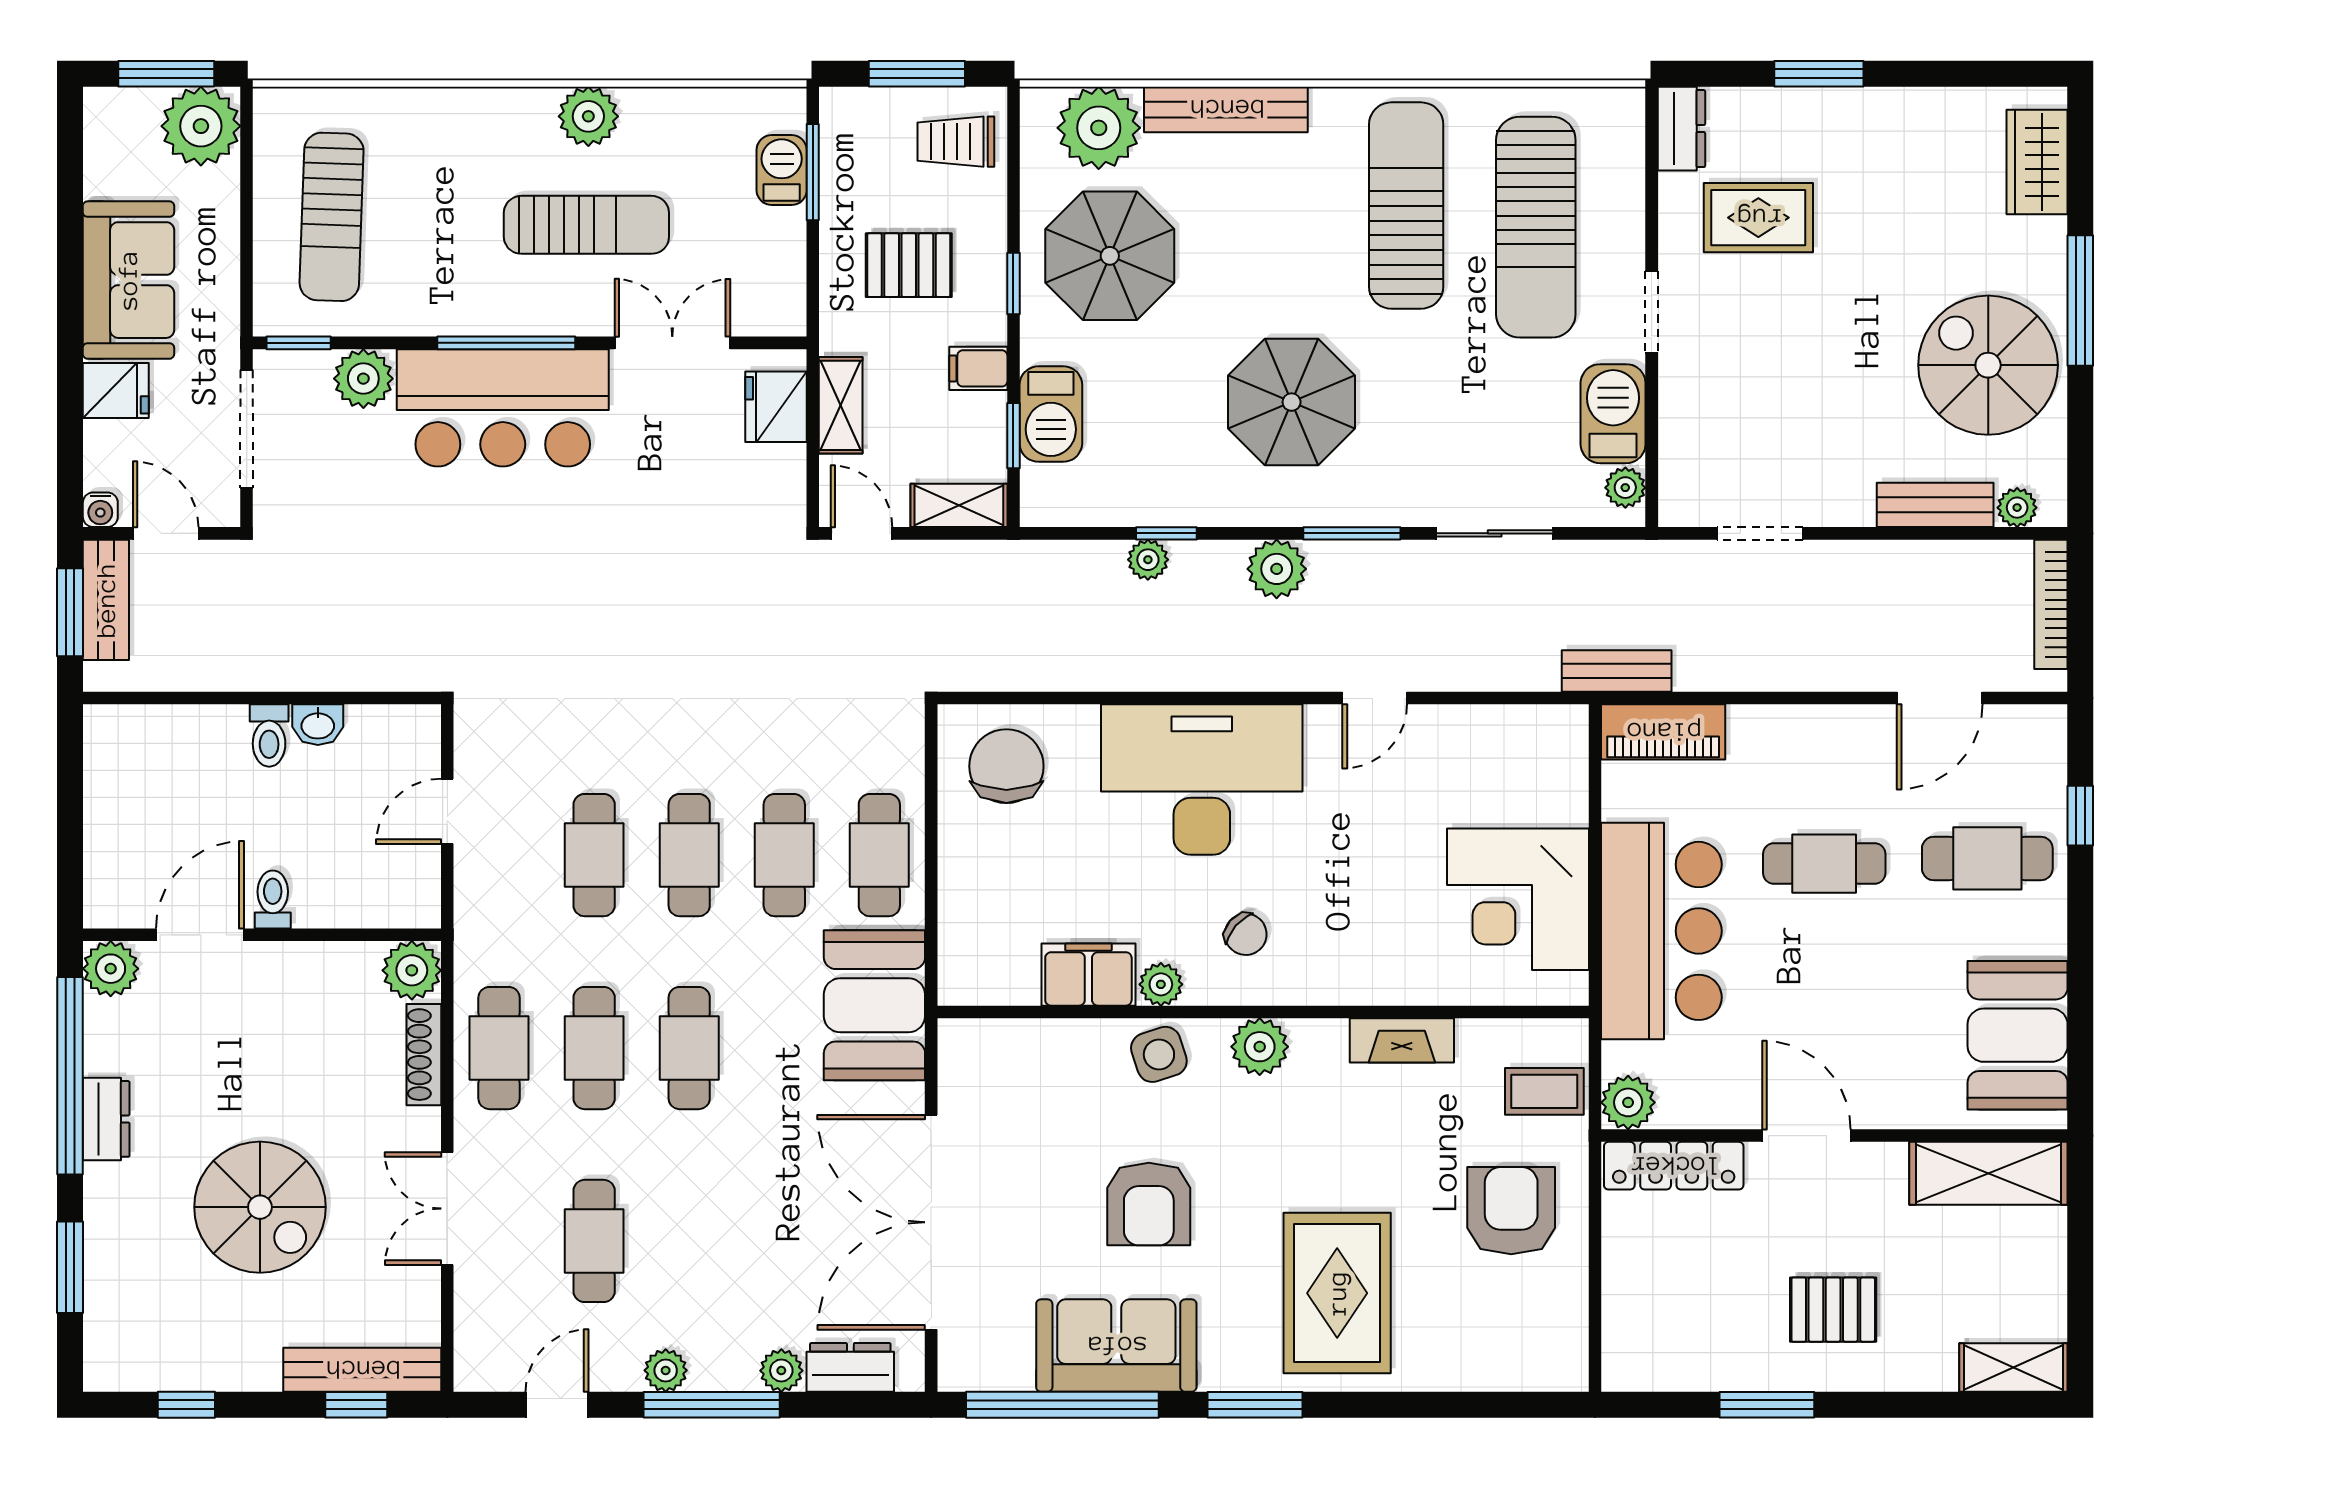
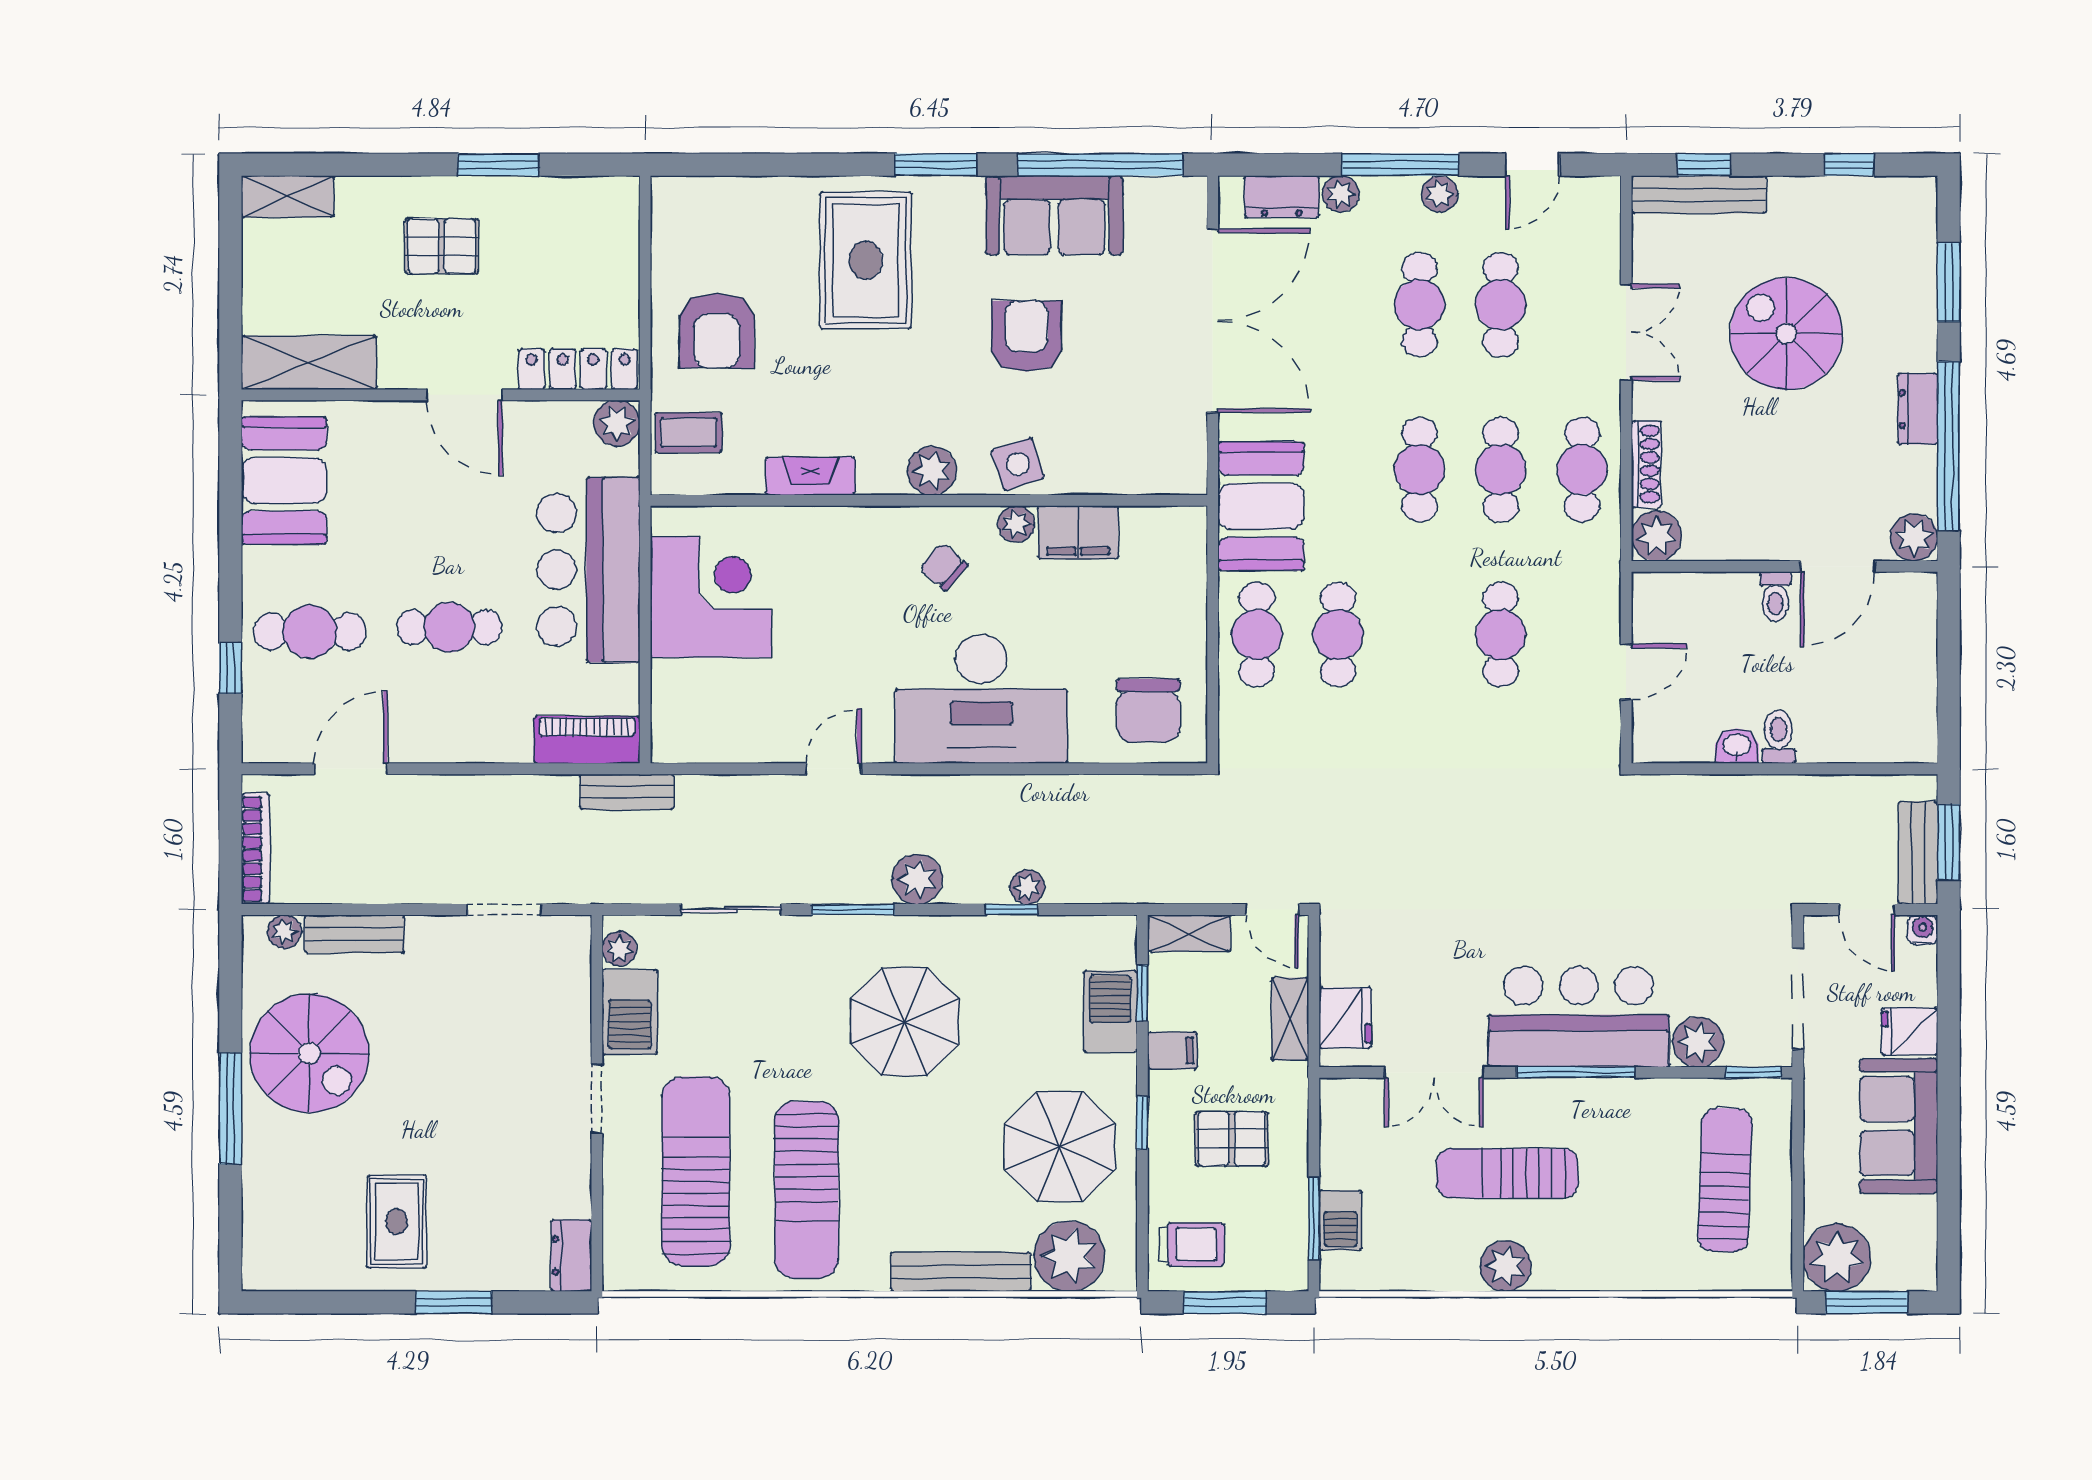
wardrobe: (2037, 162) -> (267, 1227), removed
rug: (1758, 218) -> (397, 1222), moved, turned 90
cafe table: (689, 855) -> (1419, 305), moved

